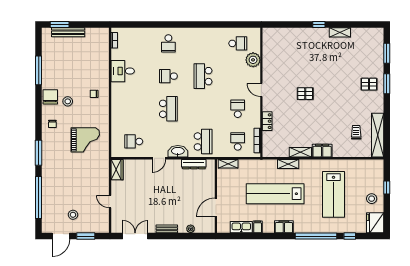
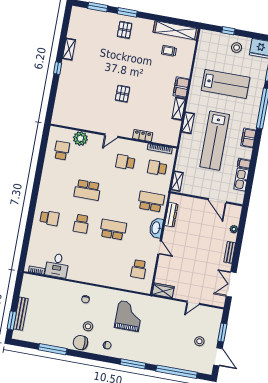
desk: (123, 71) -> (57, 265), moved

